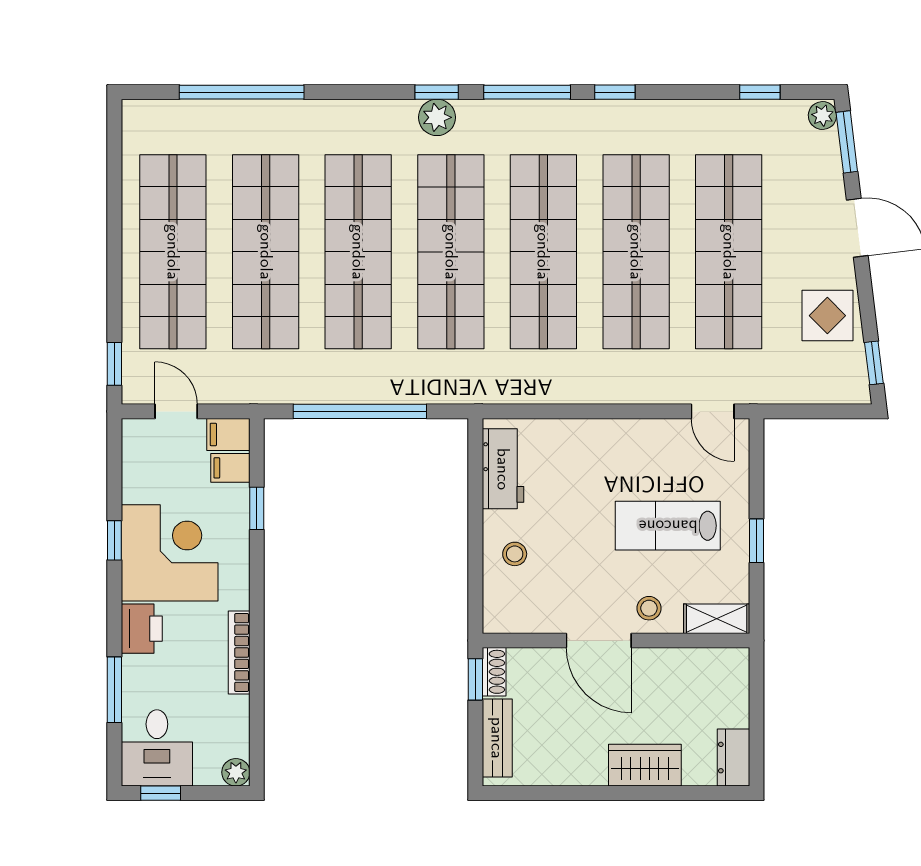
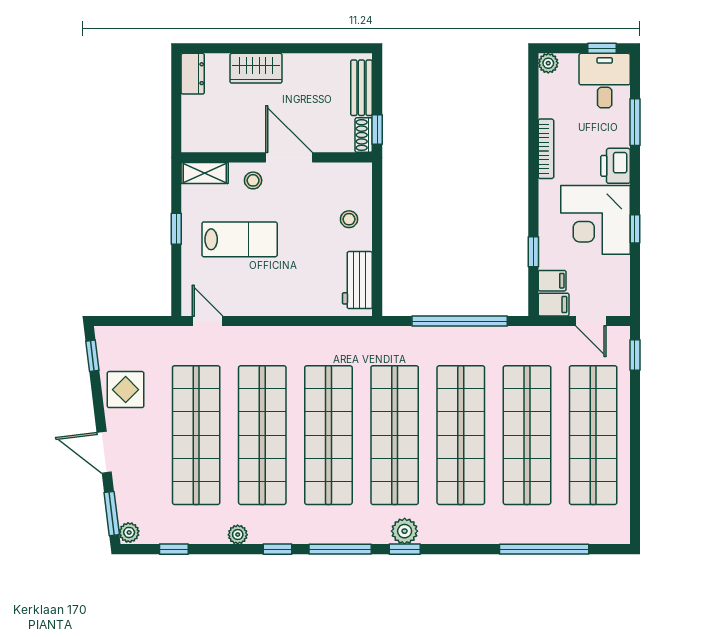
plant: (670, 113) -> (238, 535), added

